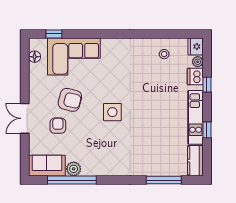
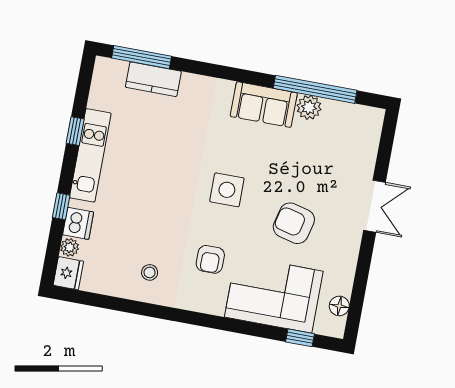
stool: (164, 54) -> (150, 272), moved
armchair: (58, 126) -> (210, 259), moved
kitchen counter: (195, 161) -> (153, 79), moved, turned 90
sofa: (47, 166) -> (264, 105), moved
window: (164, 180) -> (142, 57), moved

